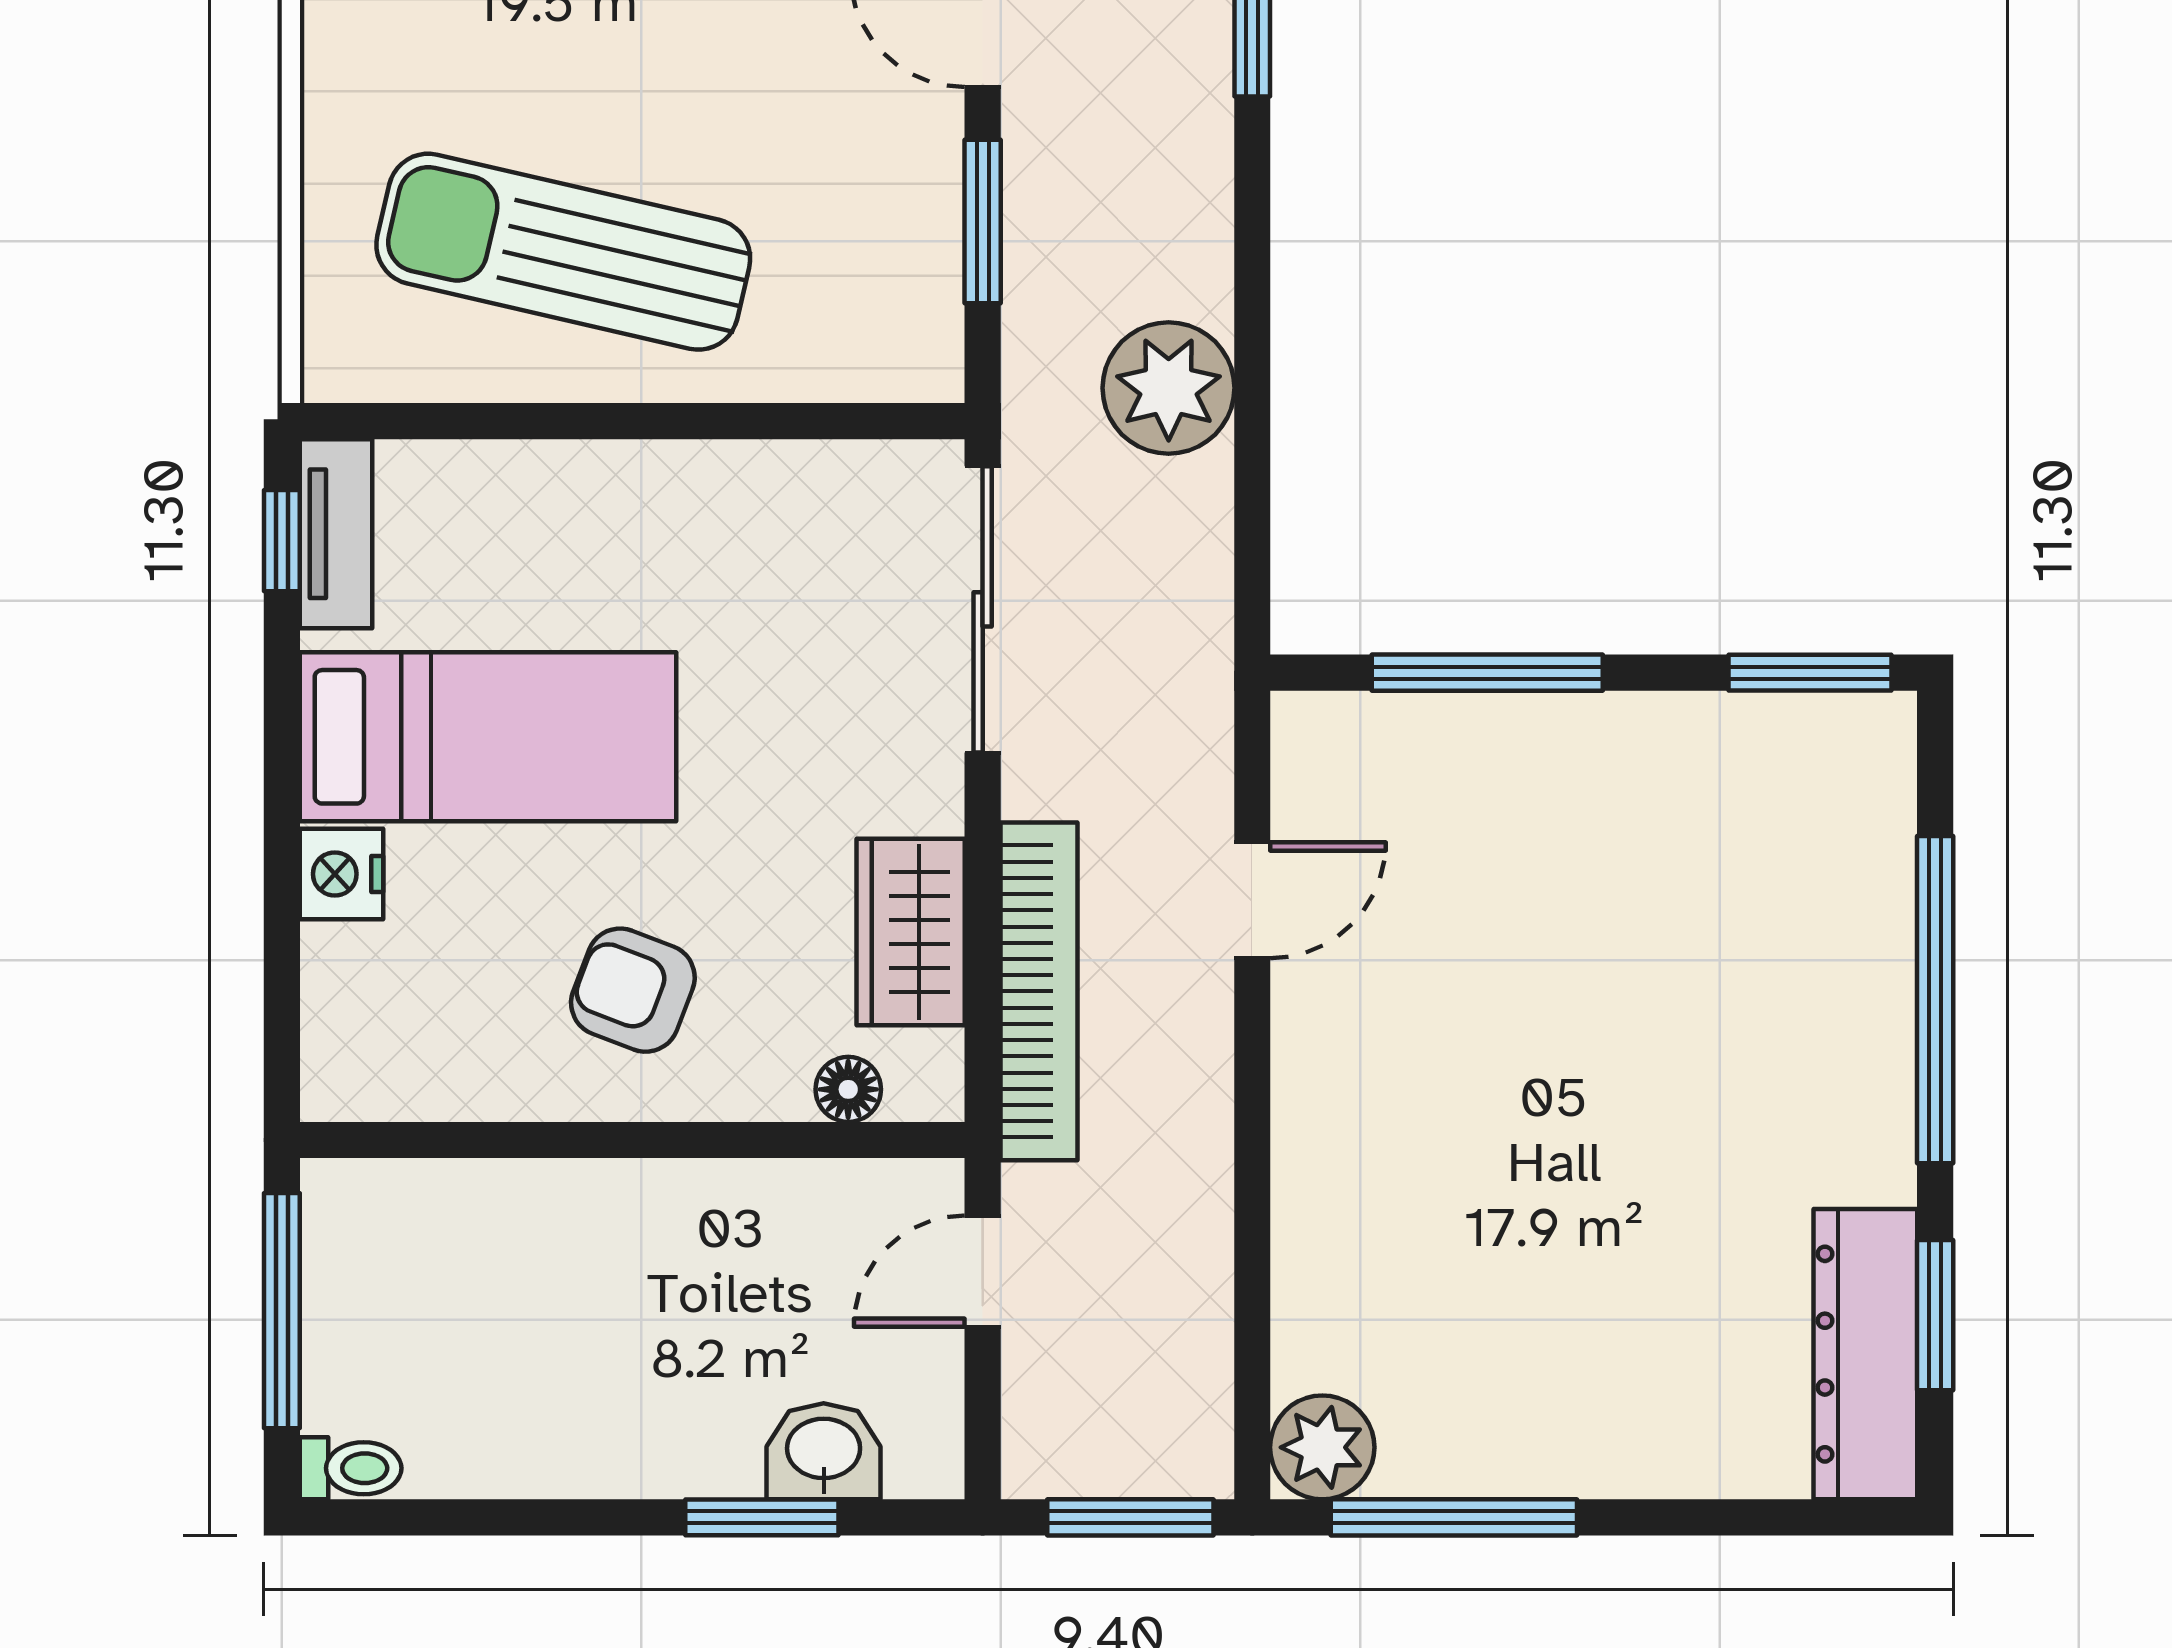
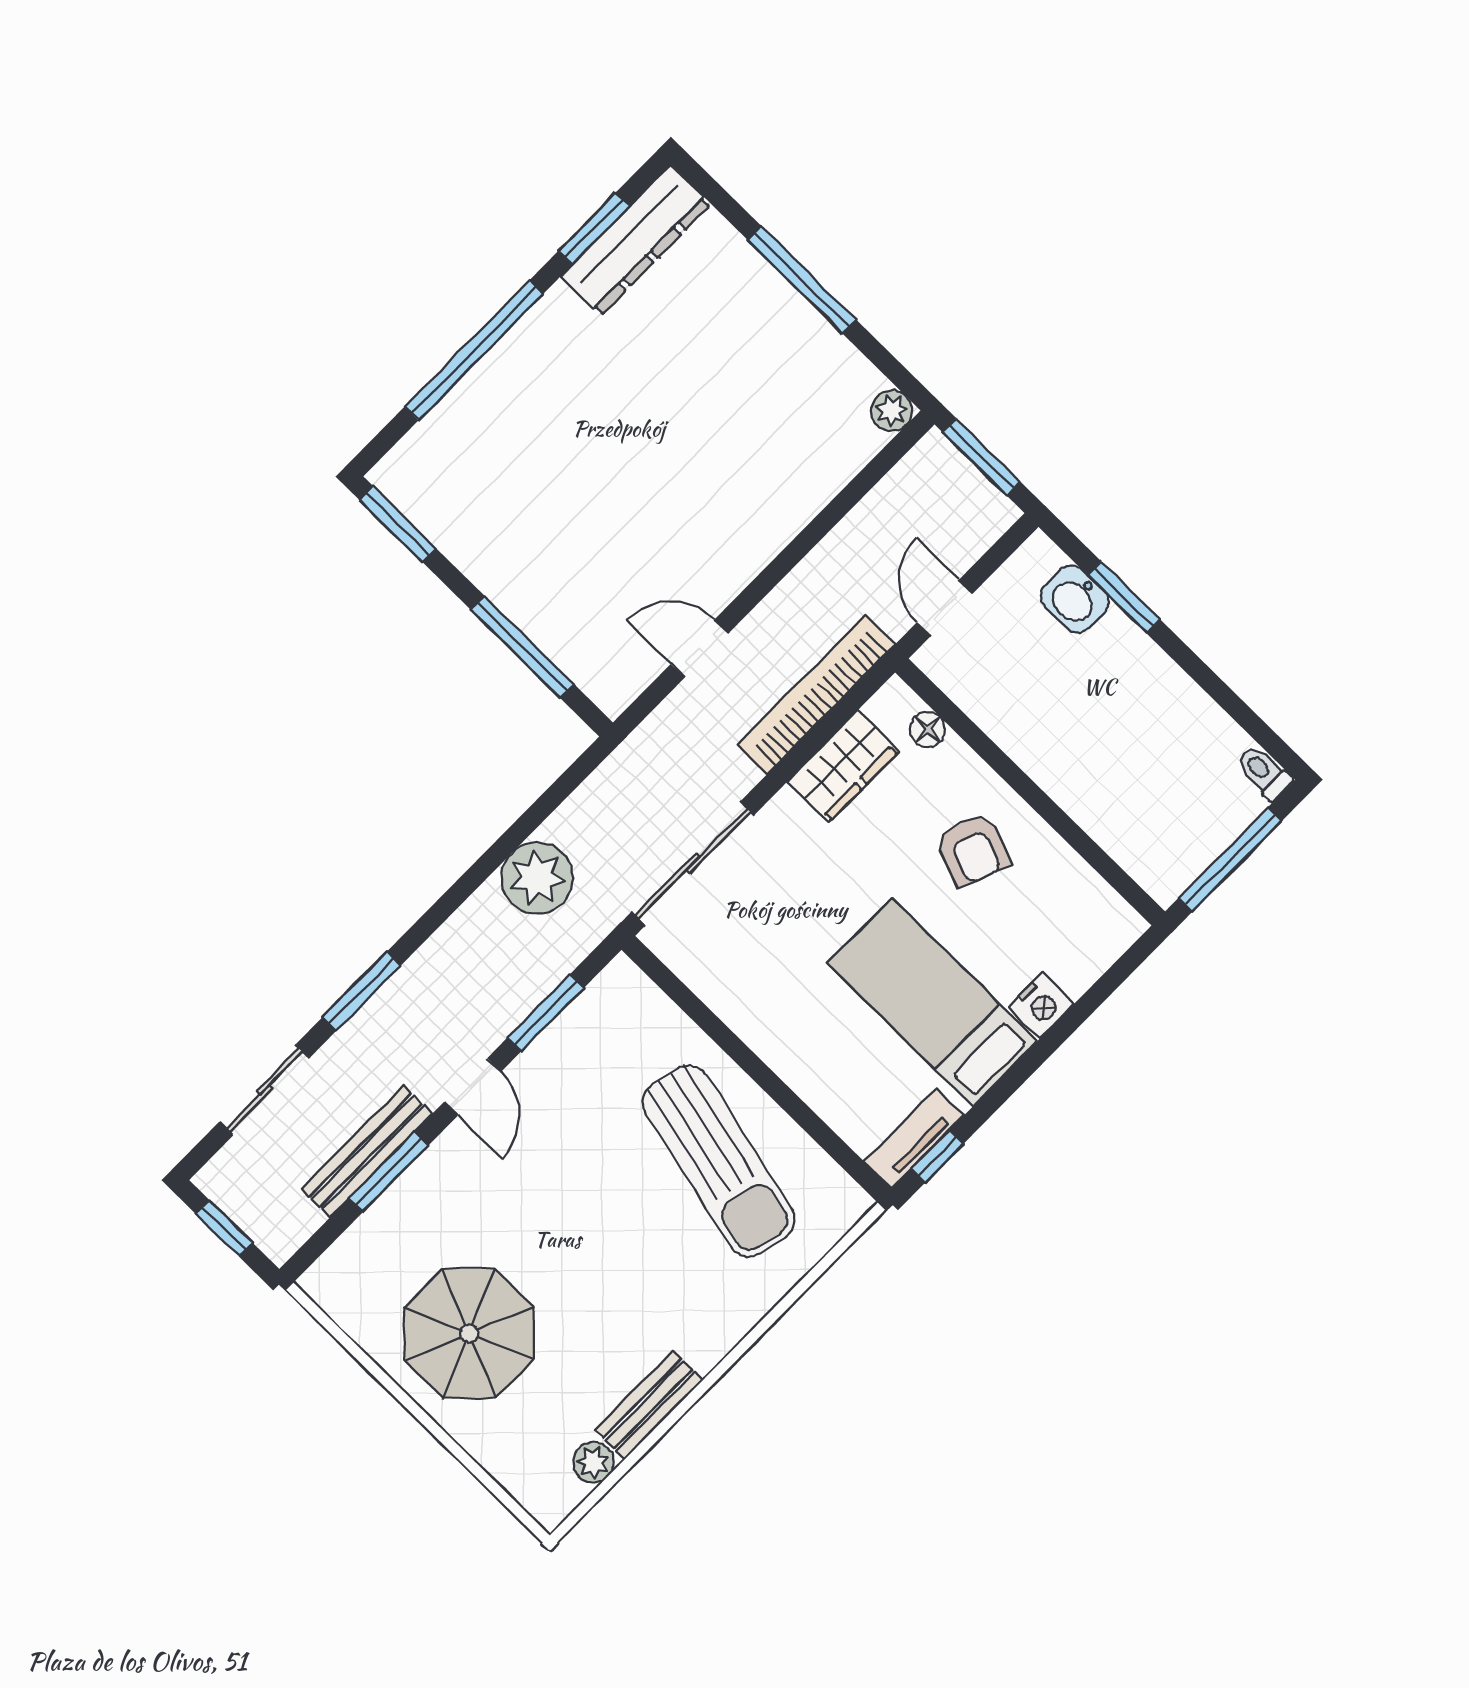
door: (983, 1271) -> (945, 608), swing flipped
plant: (1322, 1447) -> (892, 411), width x0.73, depth x0.73
window: (1454, 1517) -> (802, 280), moved

